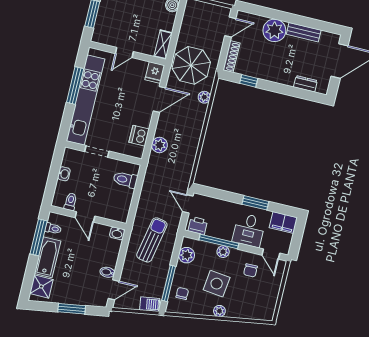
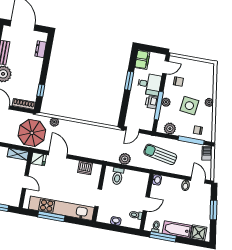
plant: (159, 145) -> (125, 159), moved
printer: (198, 226) -> (152, 102), moved

